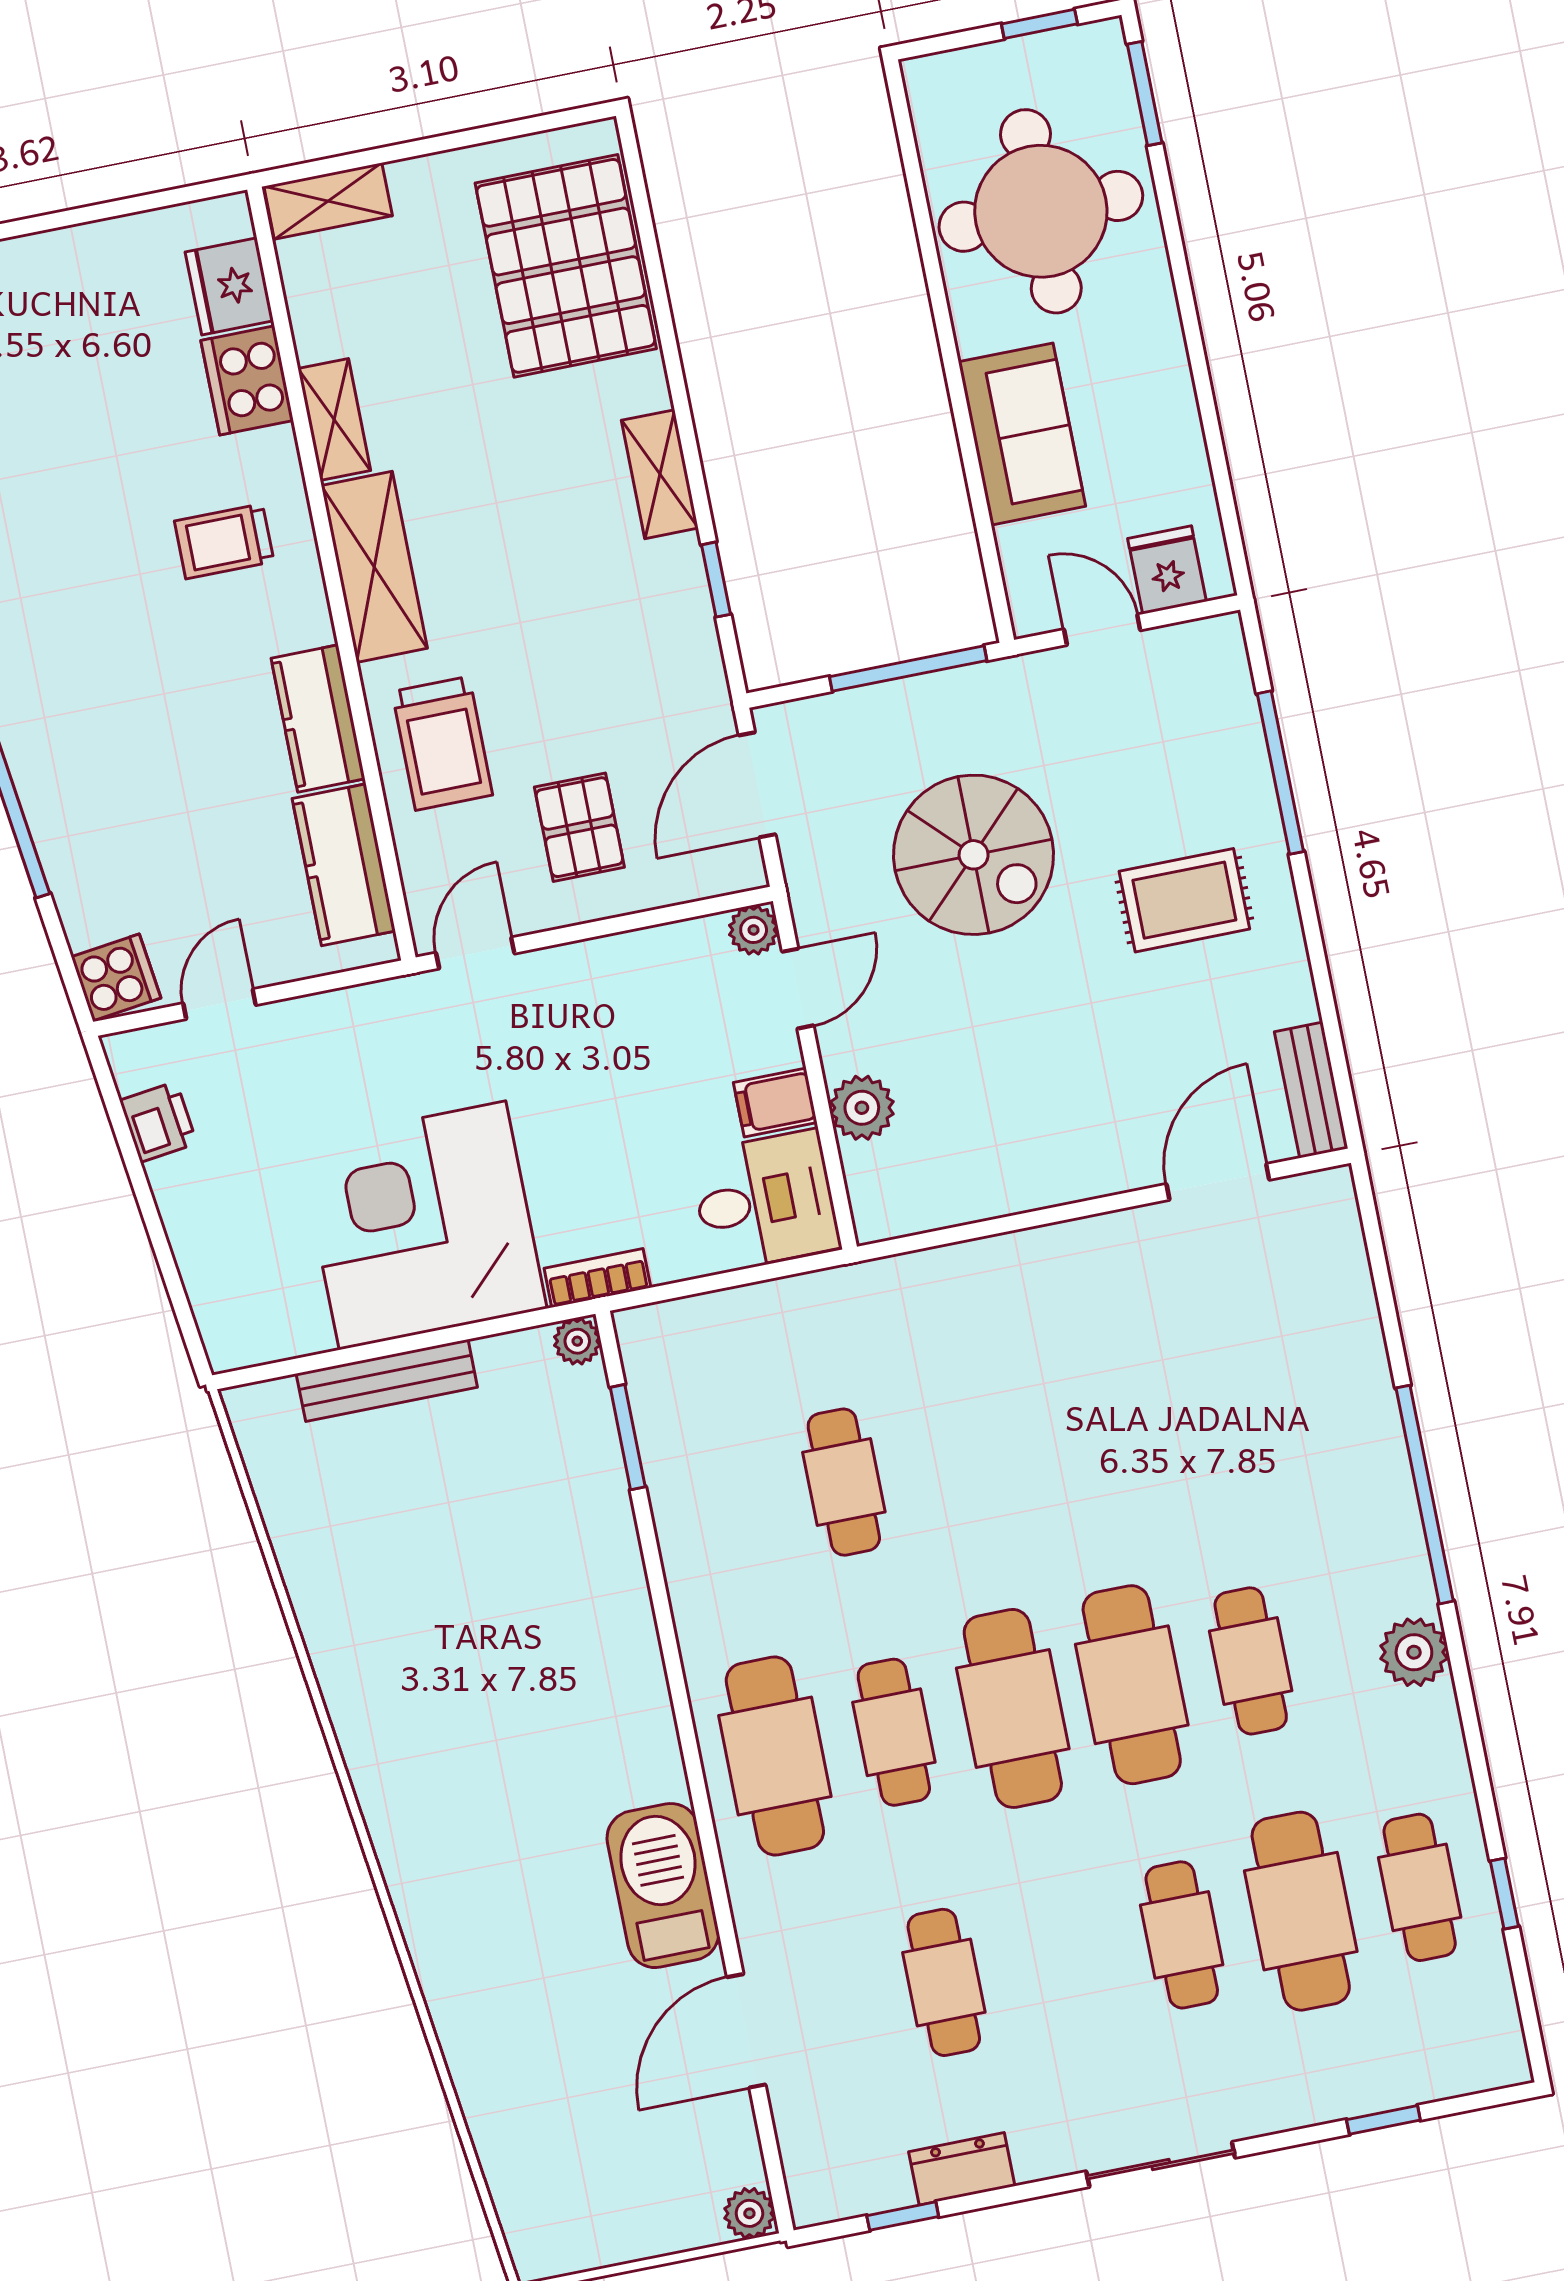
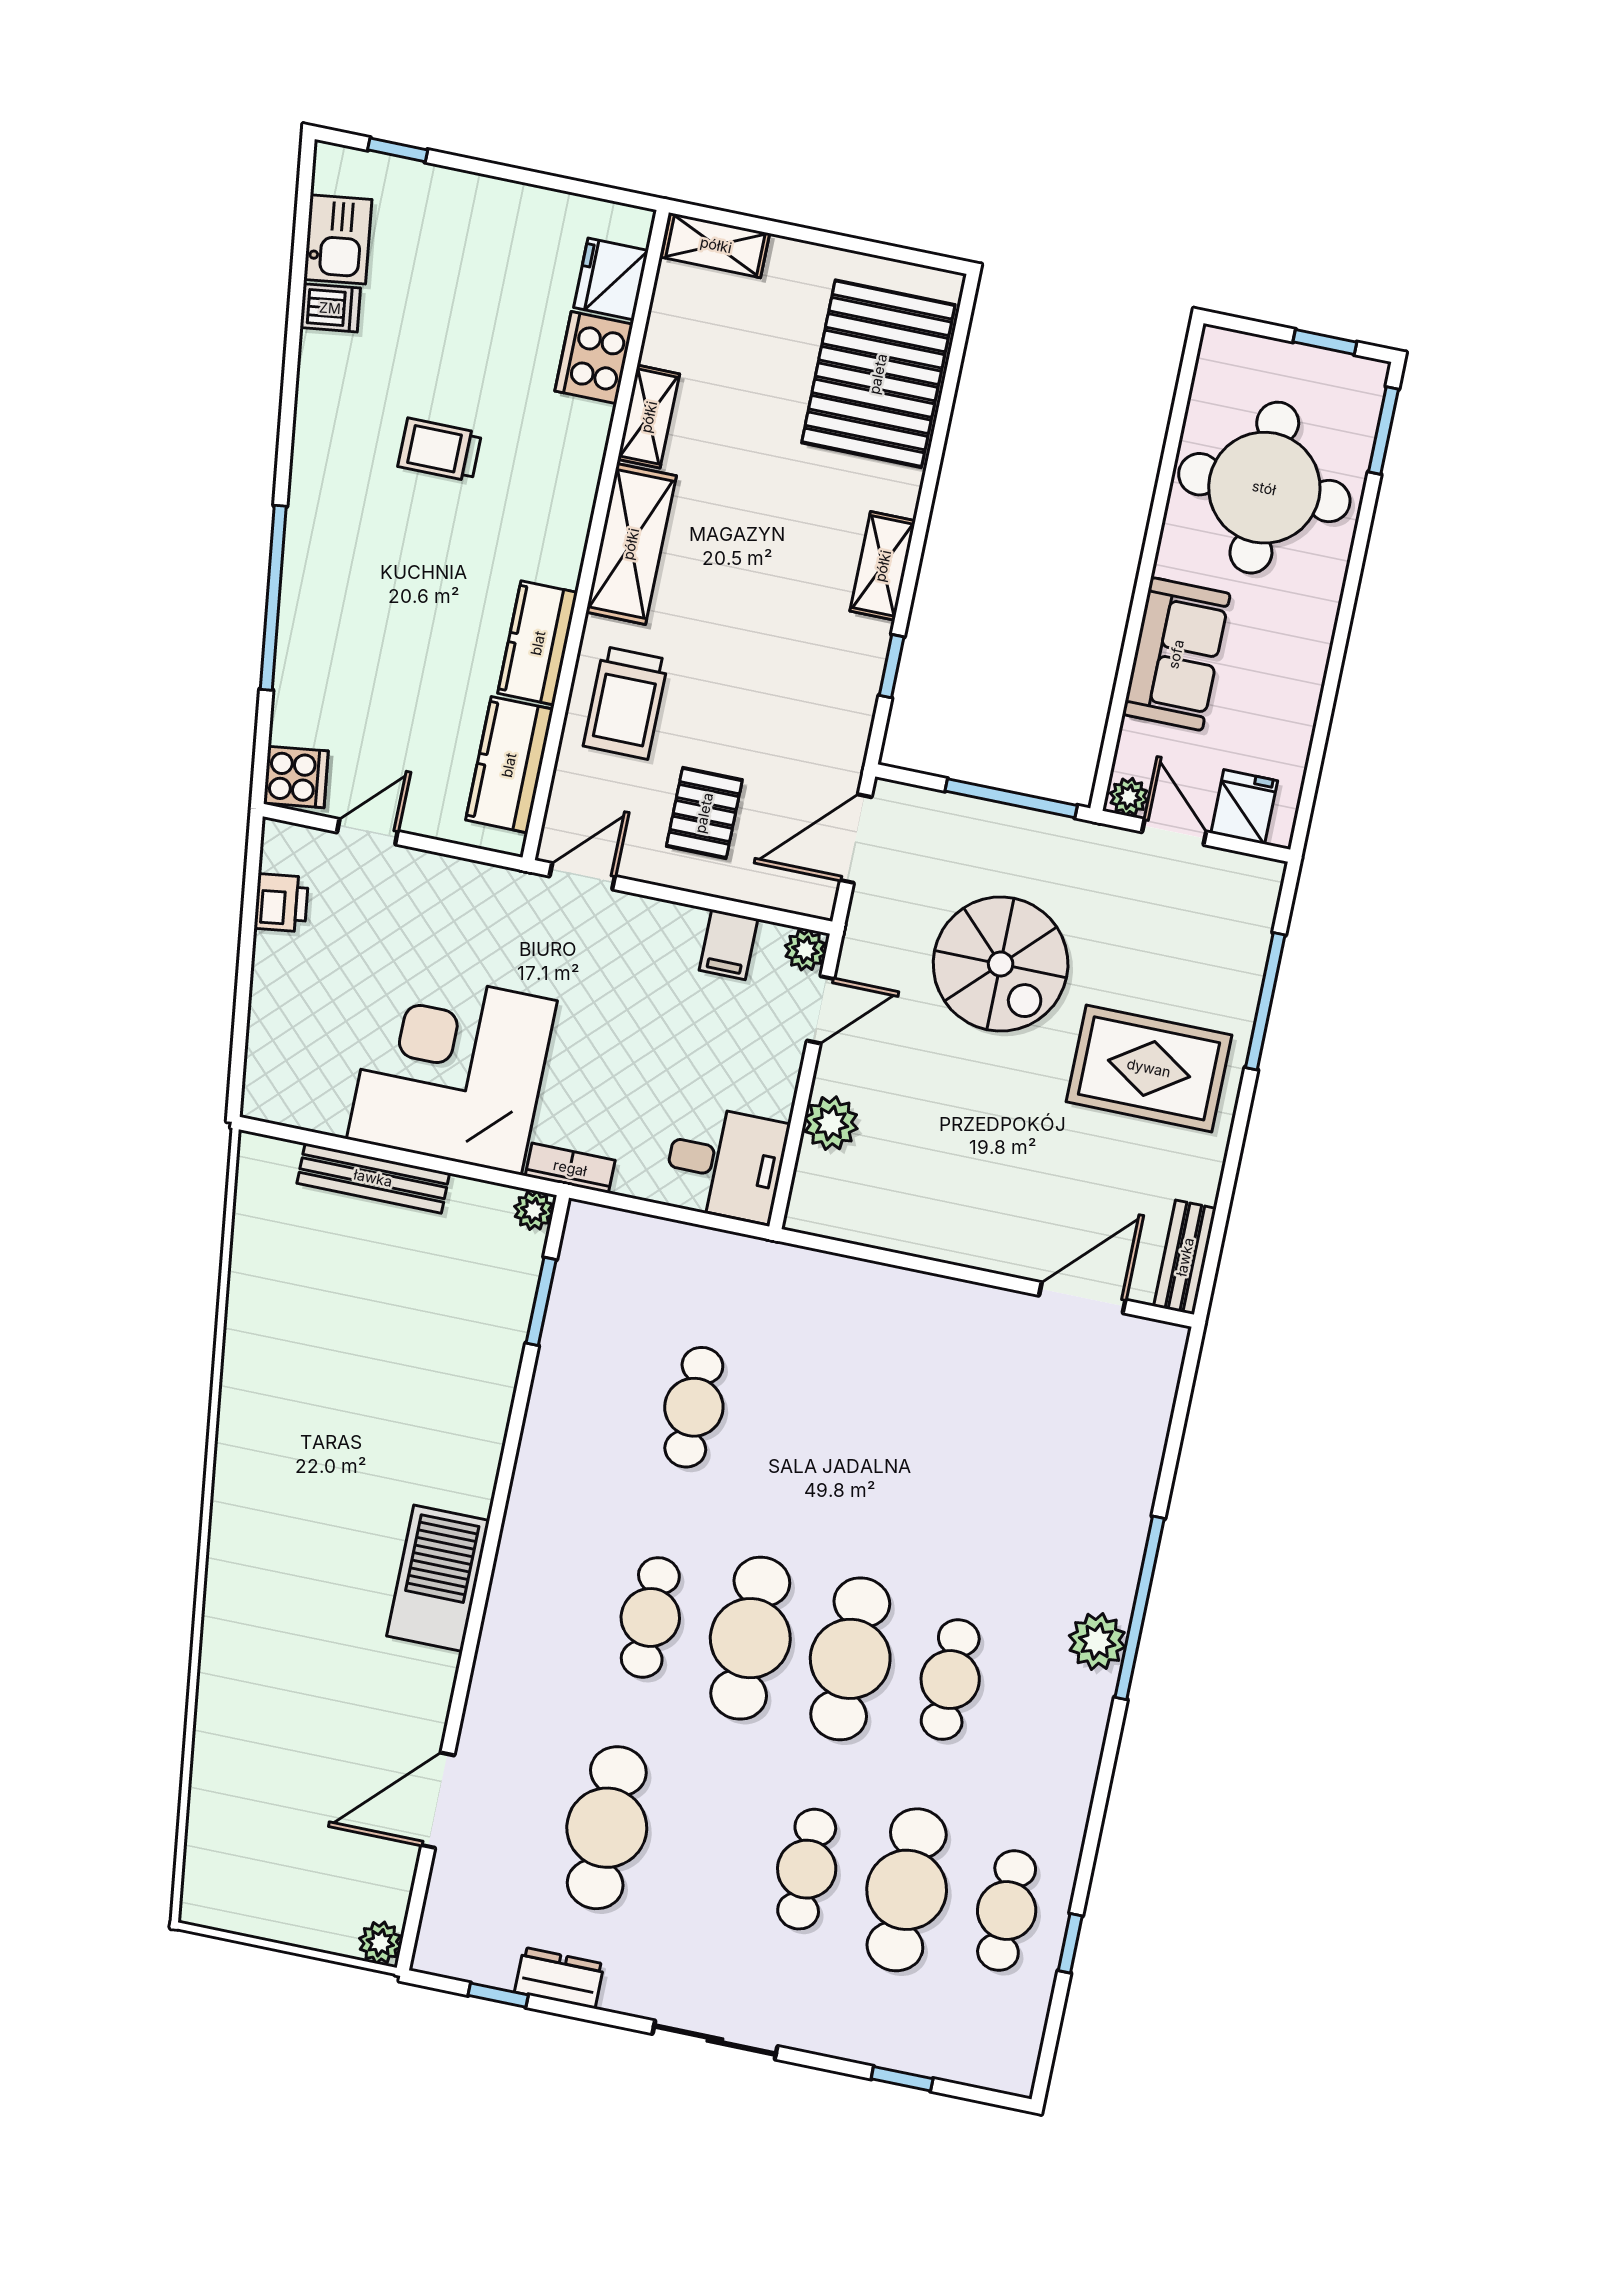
trolley: (224, 541) -> (440, 450), moved
plant: (1036, 612) -> (1129, 797), added
rug: (1184, 900) -> (1149, 1068), width x1.36, depth x1.43
filing cabinet: (775, 1102) -> (728, 945), moved, turned -90
plant: (1414, 1652) -> (1097, 1641), moved
cafe table: (775, 1756) -> (550, 1597), removed
barbecue: (663, 1886) -> (438, 1578), moved
cafe table: (944, 1982) -> (607, 1828), width x1.37, depth x1.35

